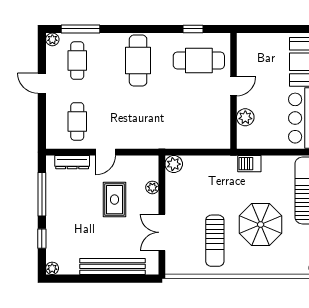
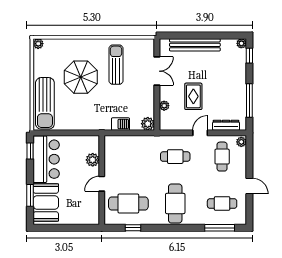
plant: (52, 39) -> (241, 142), moved
cafe table: (77, 61) -> (222, 203), turned 90
cafe table: (138, 121) -> (175, 157), added
barbecue: (249, 164) -> (121, 124), moved
window: (42, 239) -> (249, 56), moved

